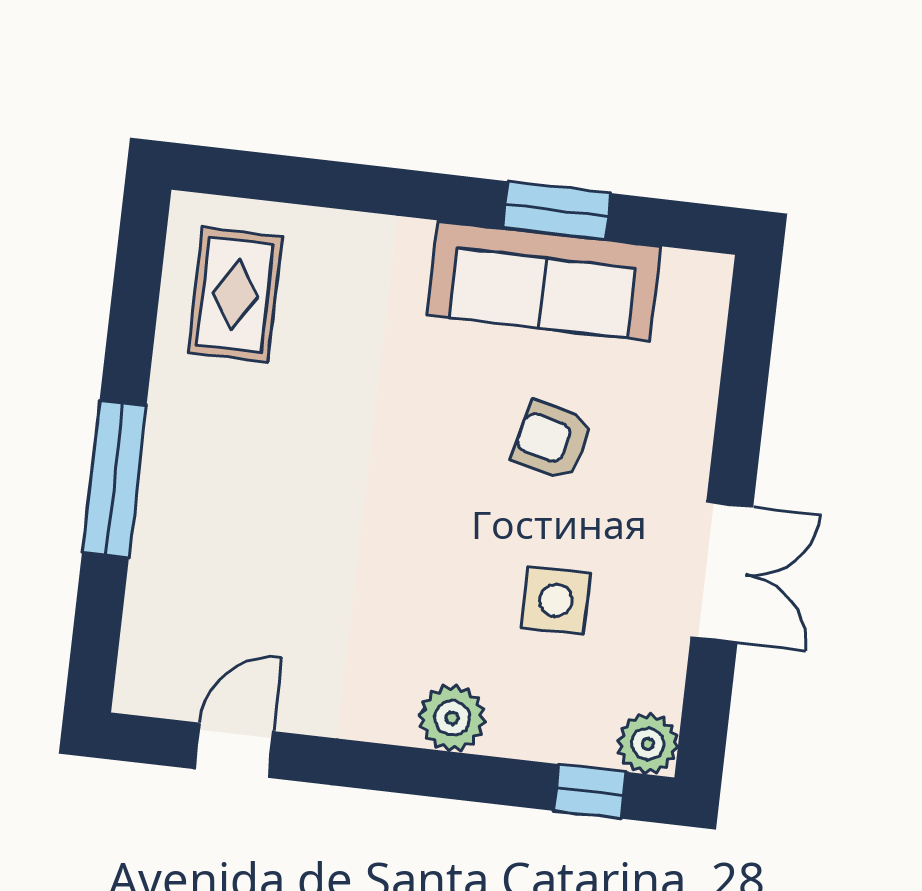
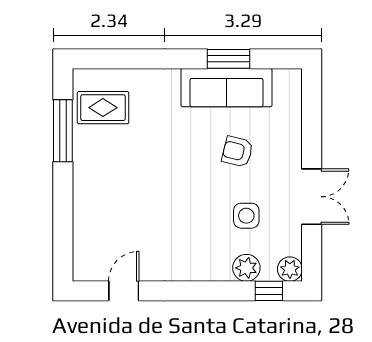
rug: (235, 295) -> (103, 108), turned 90
window: (114, 479) -> (63, 131), moved
plant: (452, 718) -> (246, 268), moved

